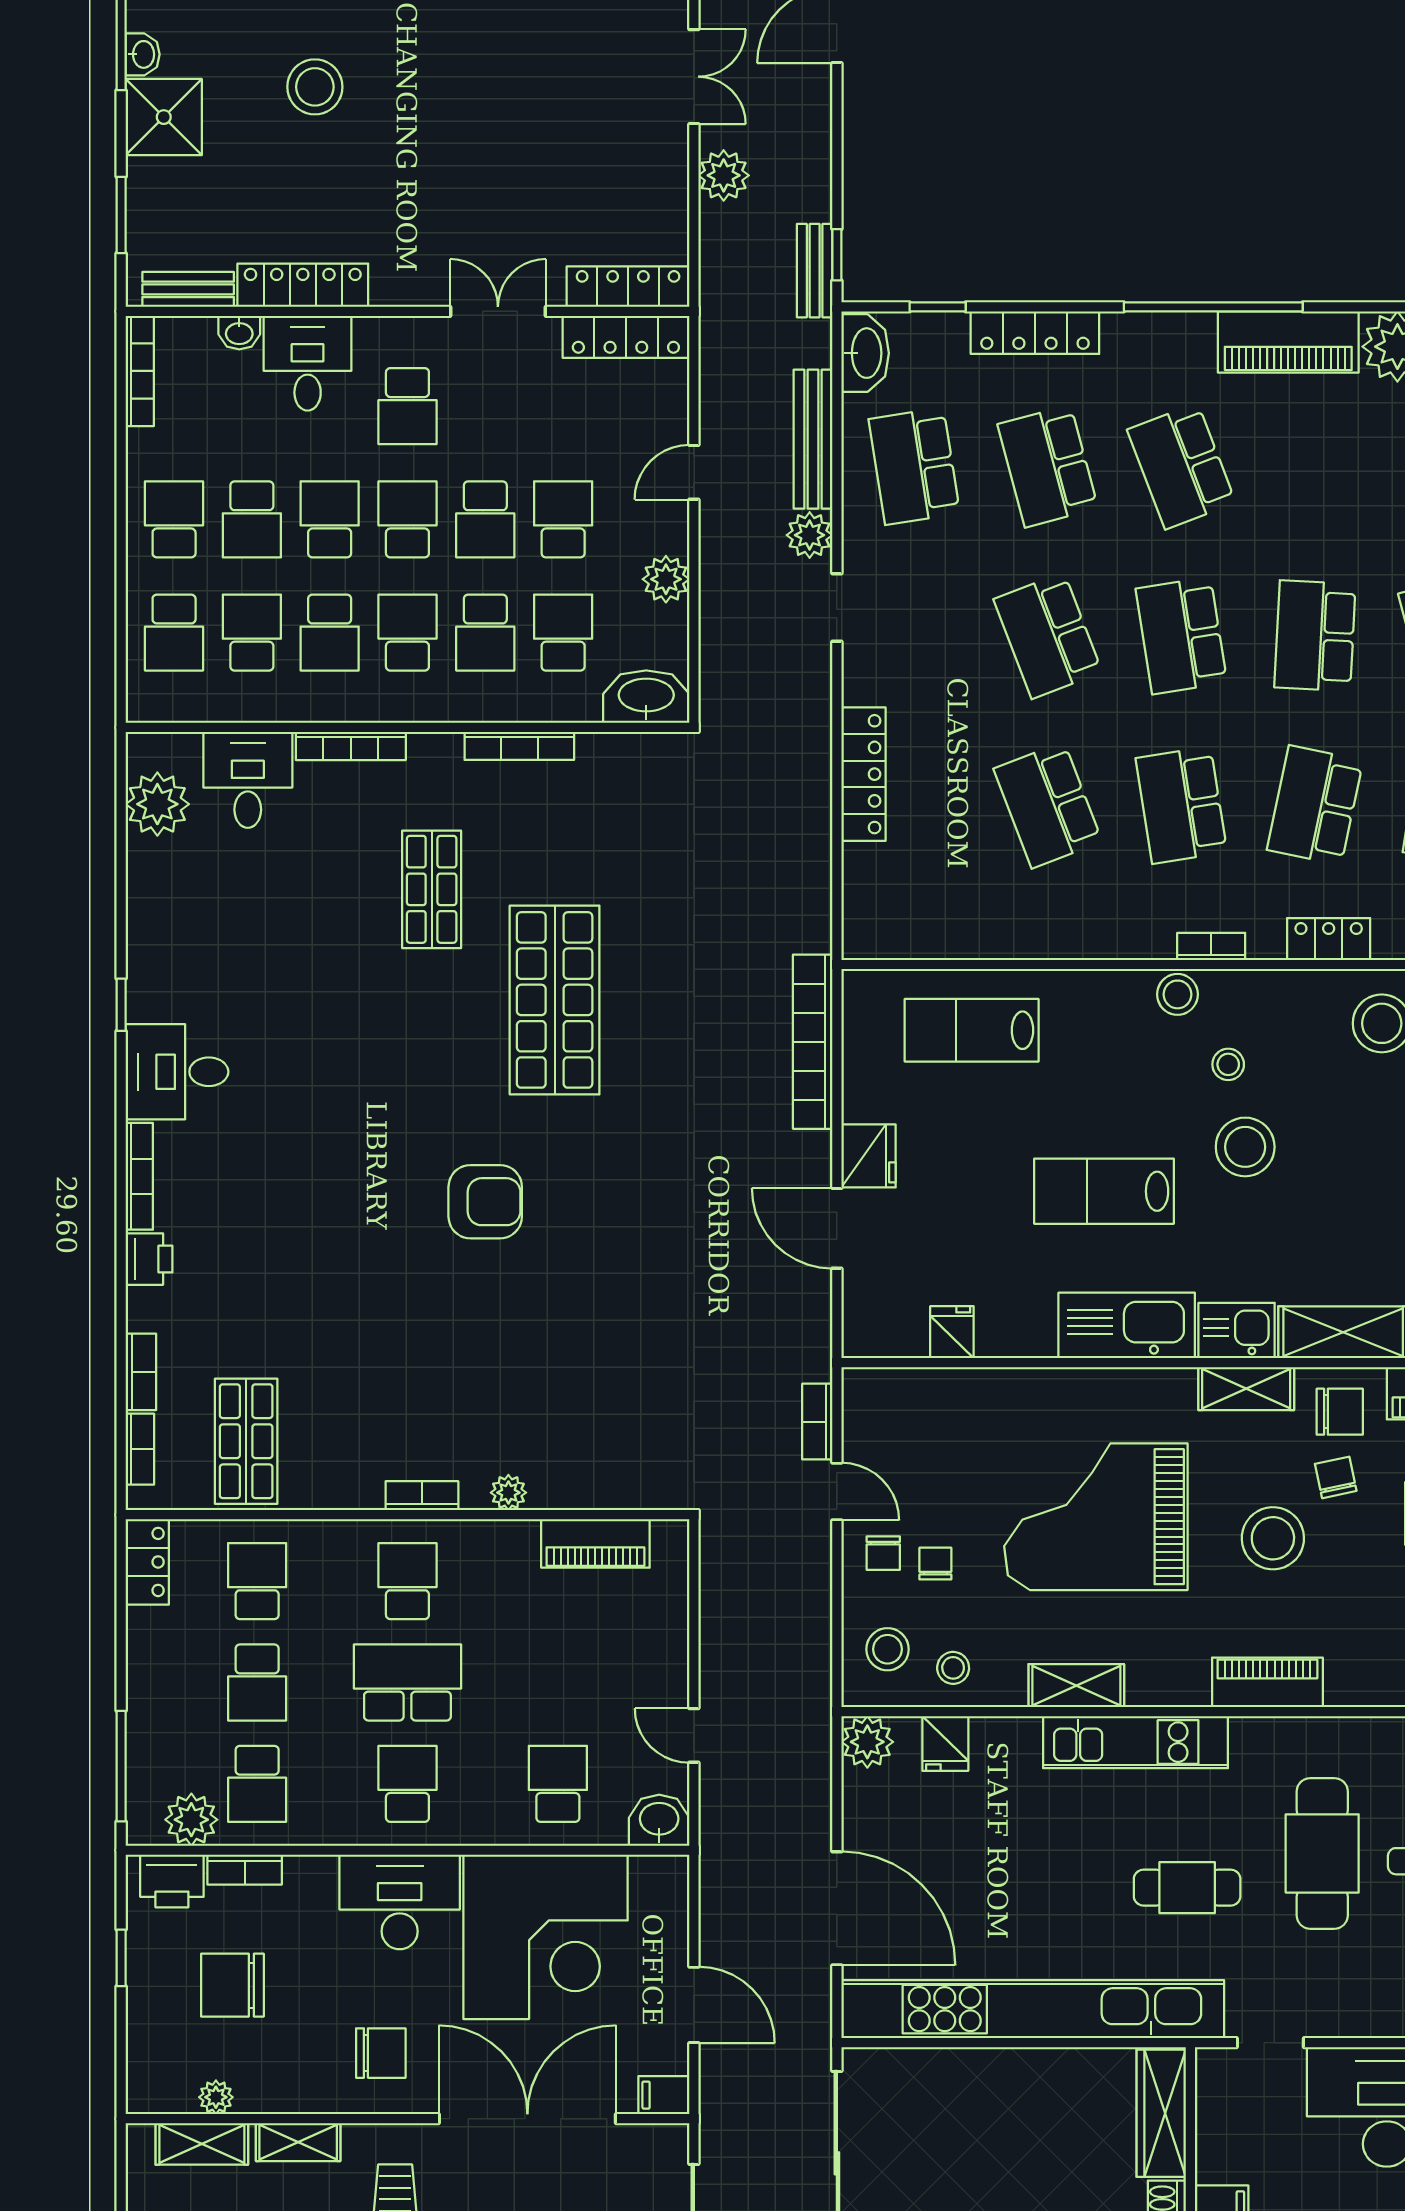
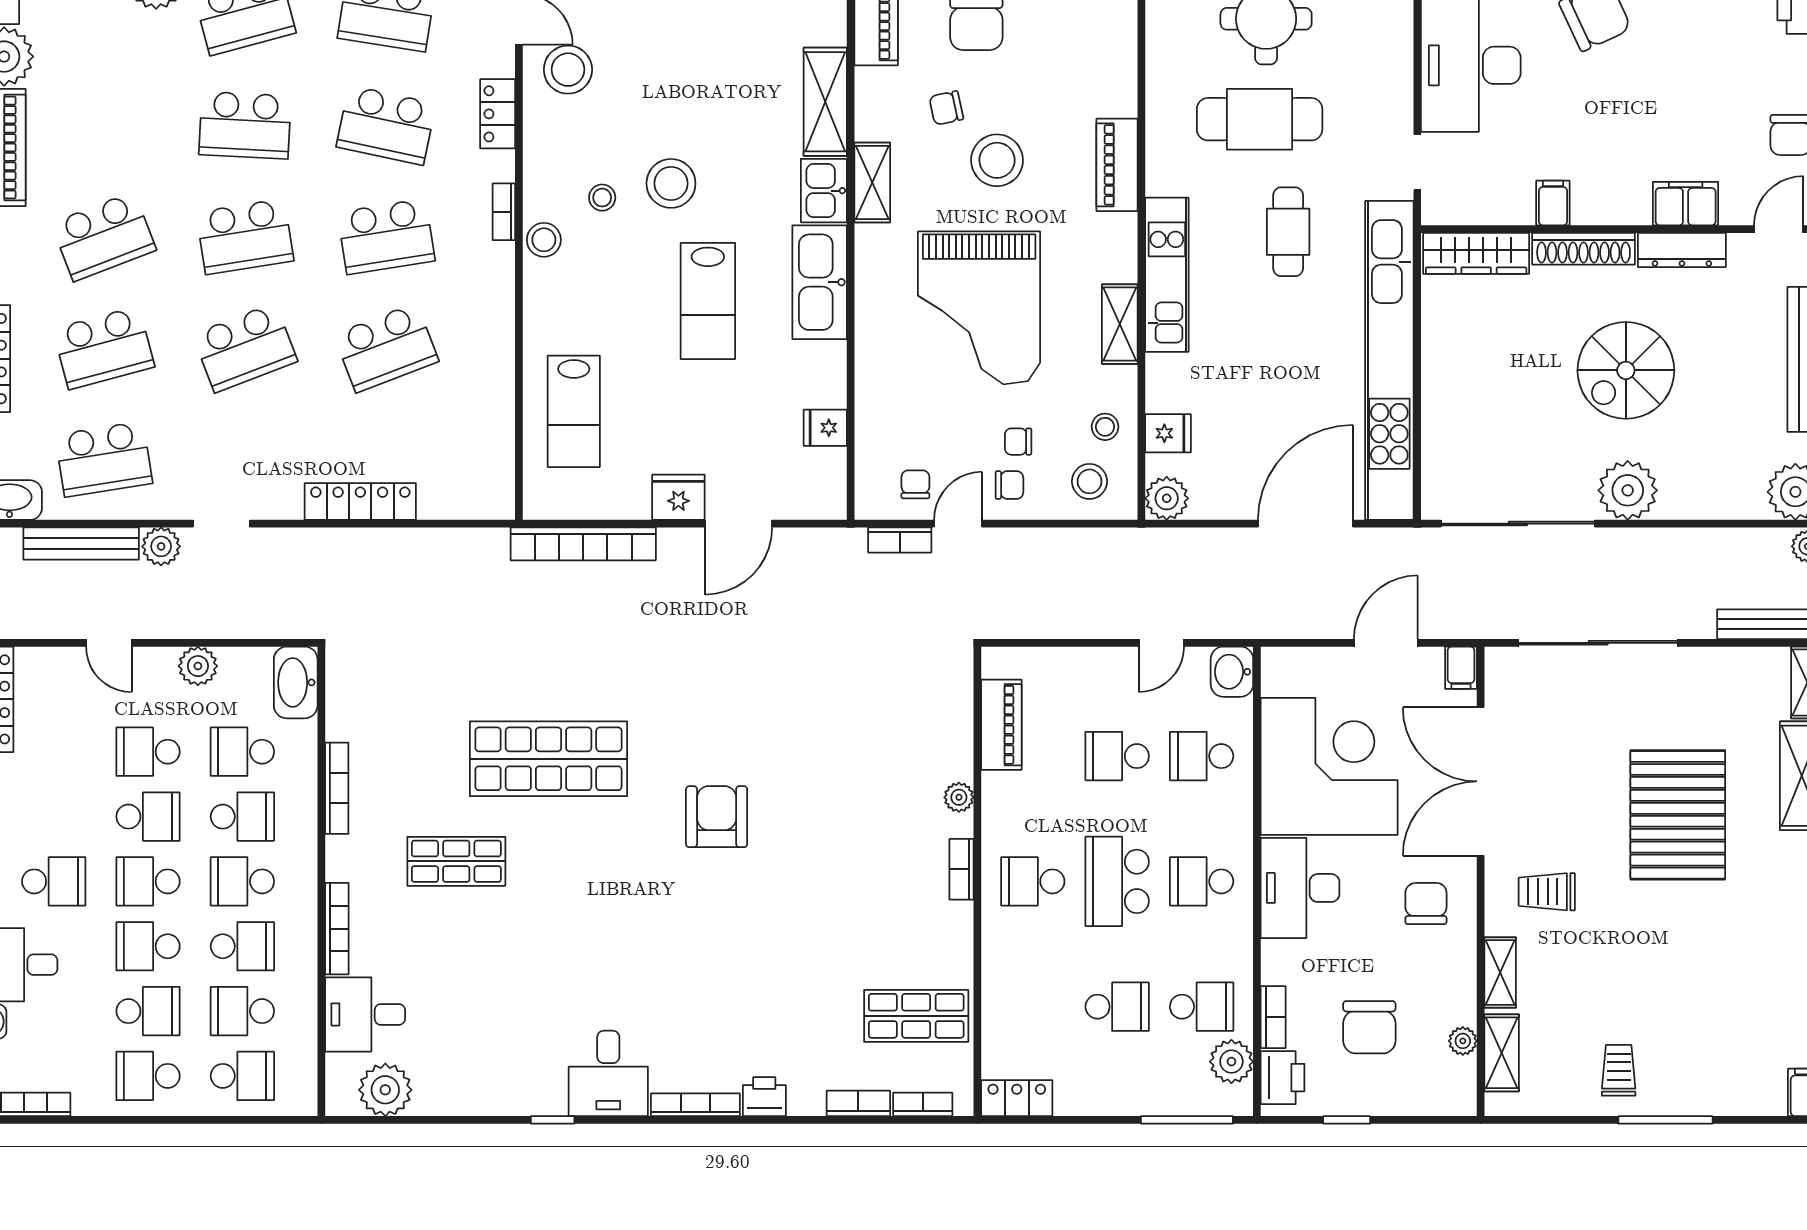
chair: (1340, 1412) -> (915, 484), moved, width x0.73, depth x0.73
school desk: (257, 1581) -> (1117, 756), moved

